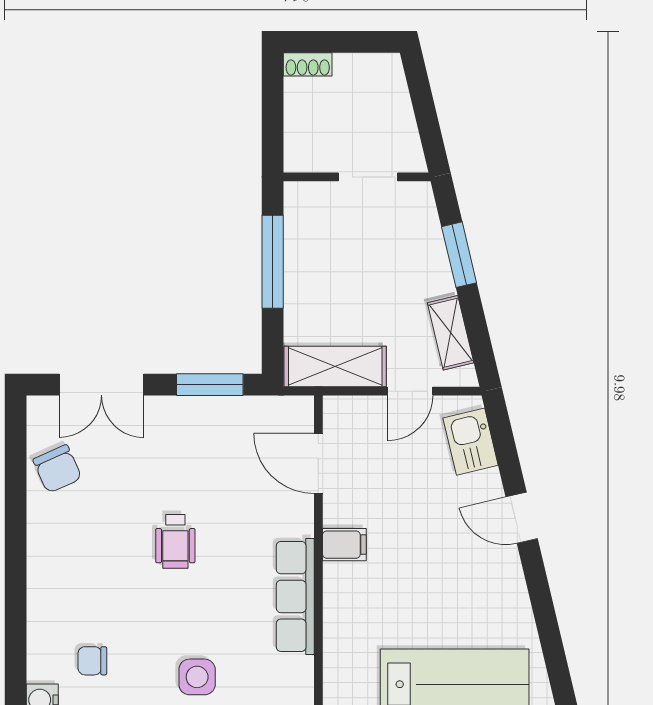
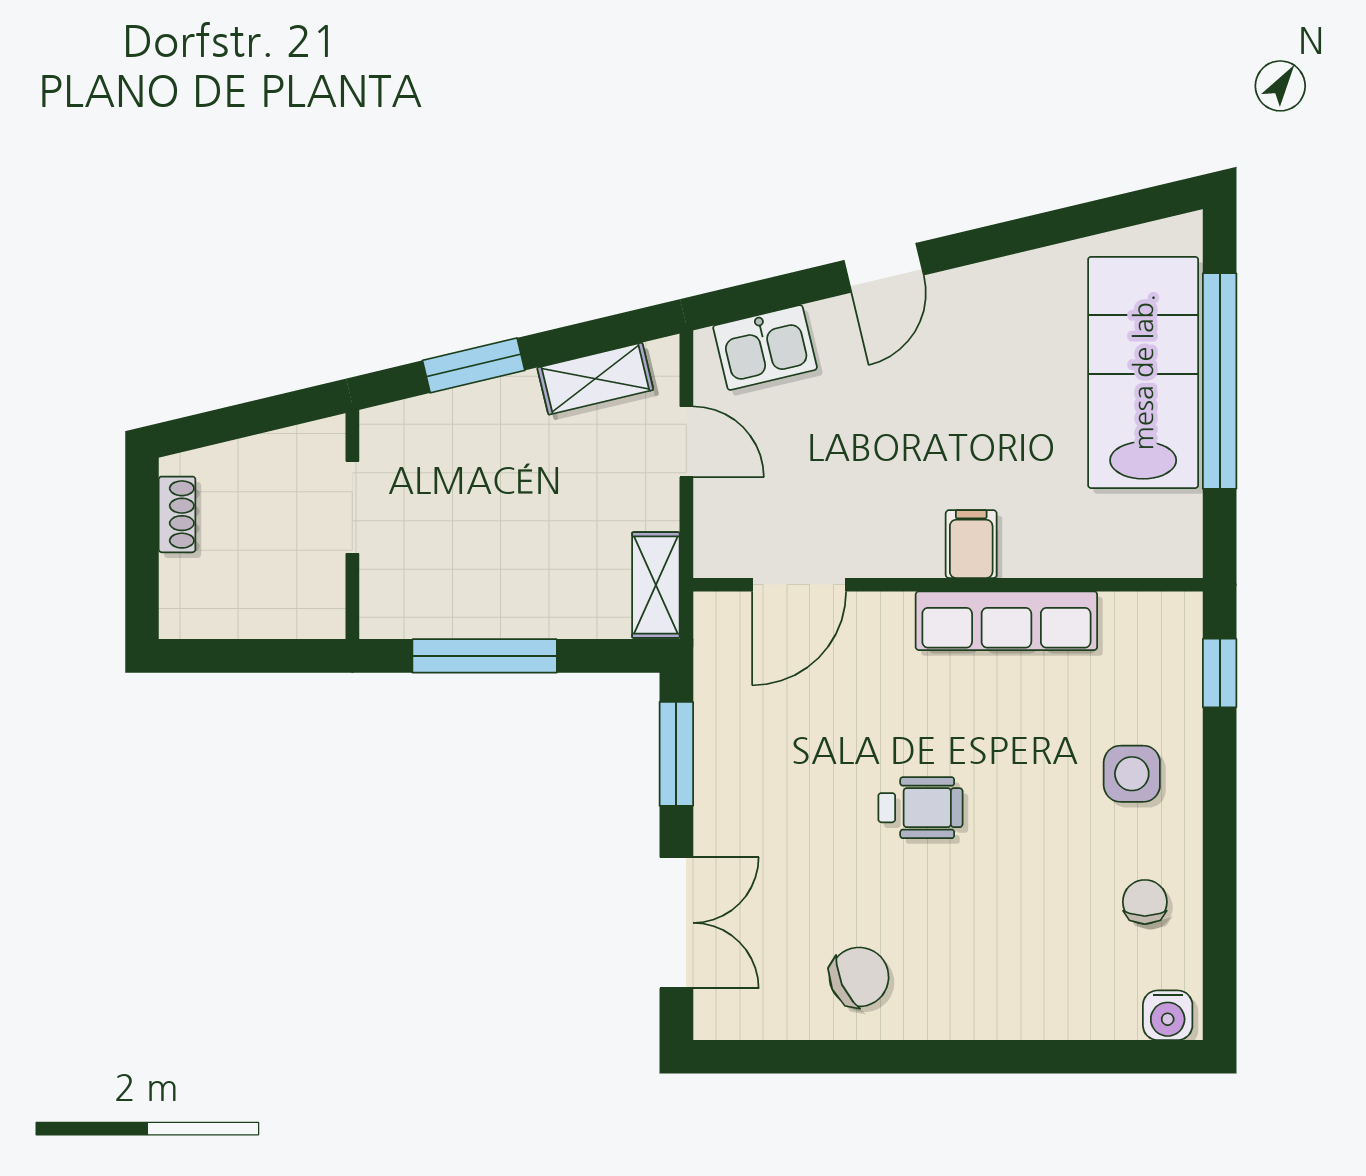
shoe rack: (308, 64) -> (177, 514), moved
shelving: (335, 366) -> (656, 585), width x0.67, depth x0.75
chair: (57, 469) -> (859, 977), moved
filing cabinet: (344, 545) -> (971, 544), moved
chair: (92, 661) -> (1145, 902), moved, turned 180

